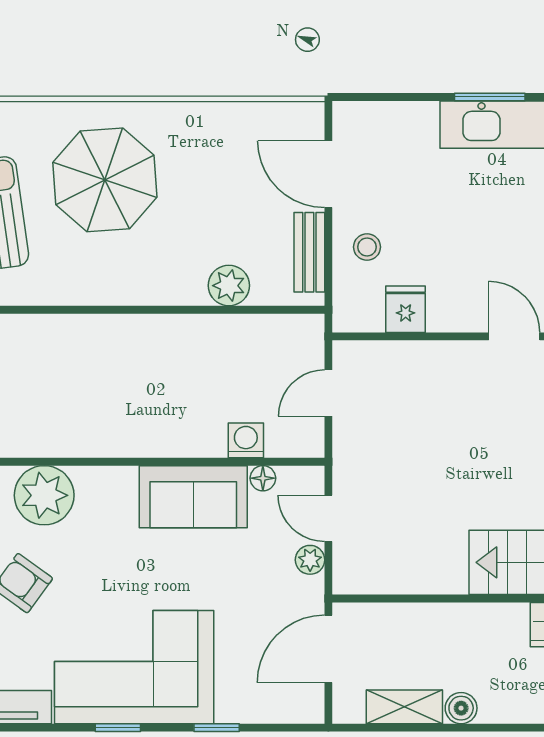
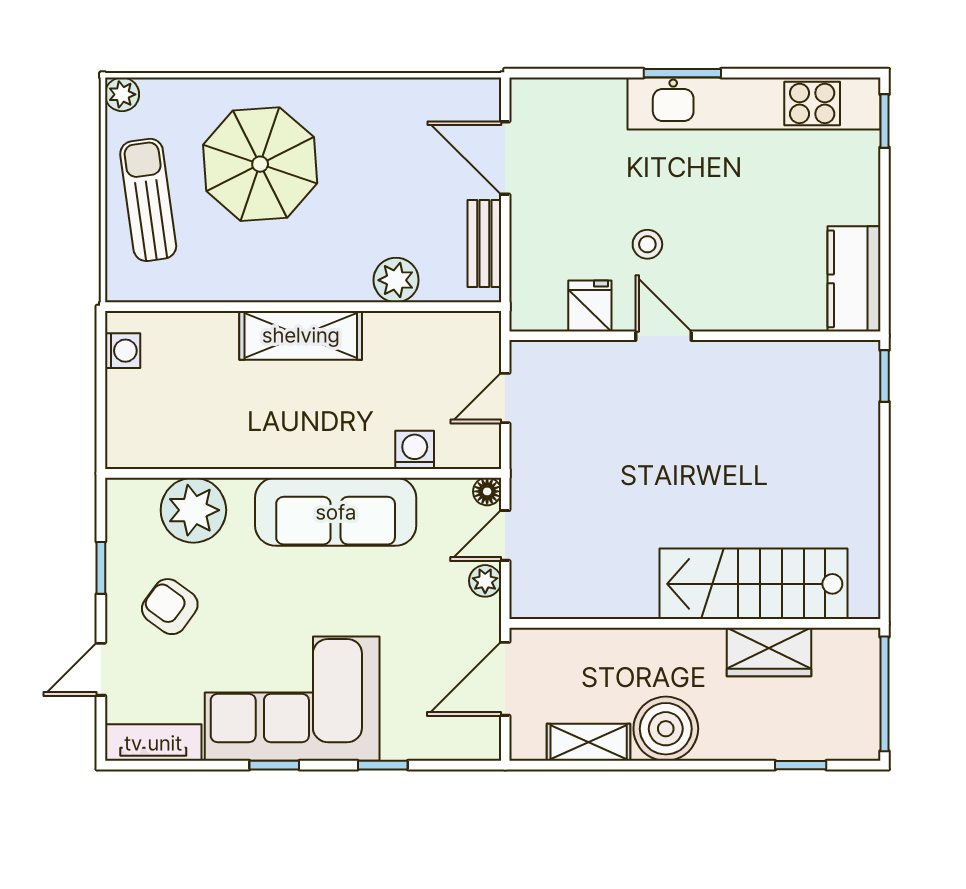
stool: (367, 247) -> (647, 244), moved
shelving: (142, 336) -> (301, 335), added
door: (514, 336) -> (663, 336), moved
floor lamp: (263, 478) -> (487, 491), moved
sofa: (193, 497) -> (336, 512), width x1.36
door: (328, 518) -> (505, 535), hinge flipped
boiler: (461, 708) -> (666, 729), width x1.86, depth x1.86

